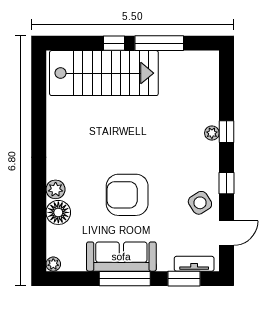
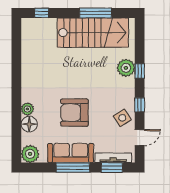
window: (114, 43) -> (42, 13), moved
stairs: (104, 73) -> (93, 33), moved
plant: (212, 133) -> (126, 68), width x1.88, depth x1.88
plant: (53, 264) -> (30, 154), width x1.87, depth x1.87
tv unit: (194, 264) -> (113, 158), width x1.41

